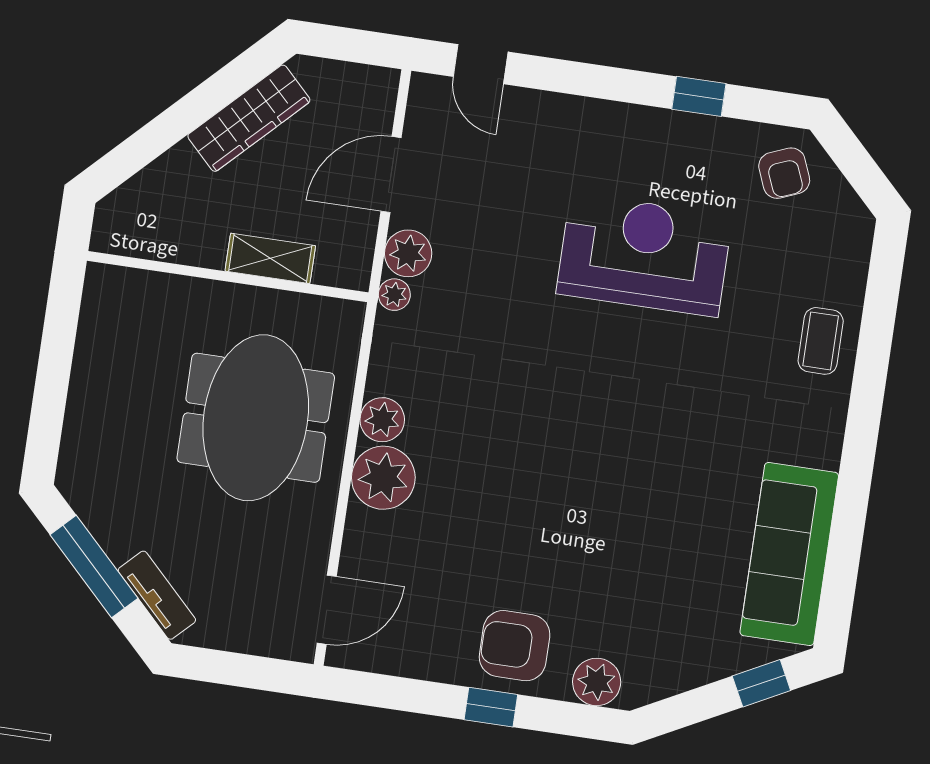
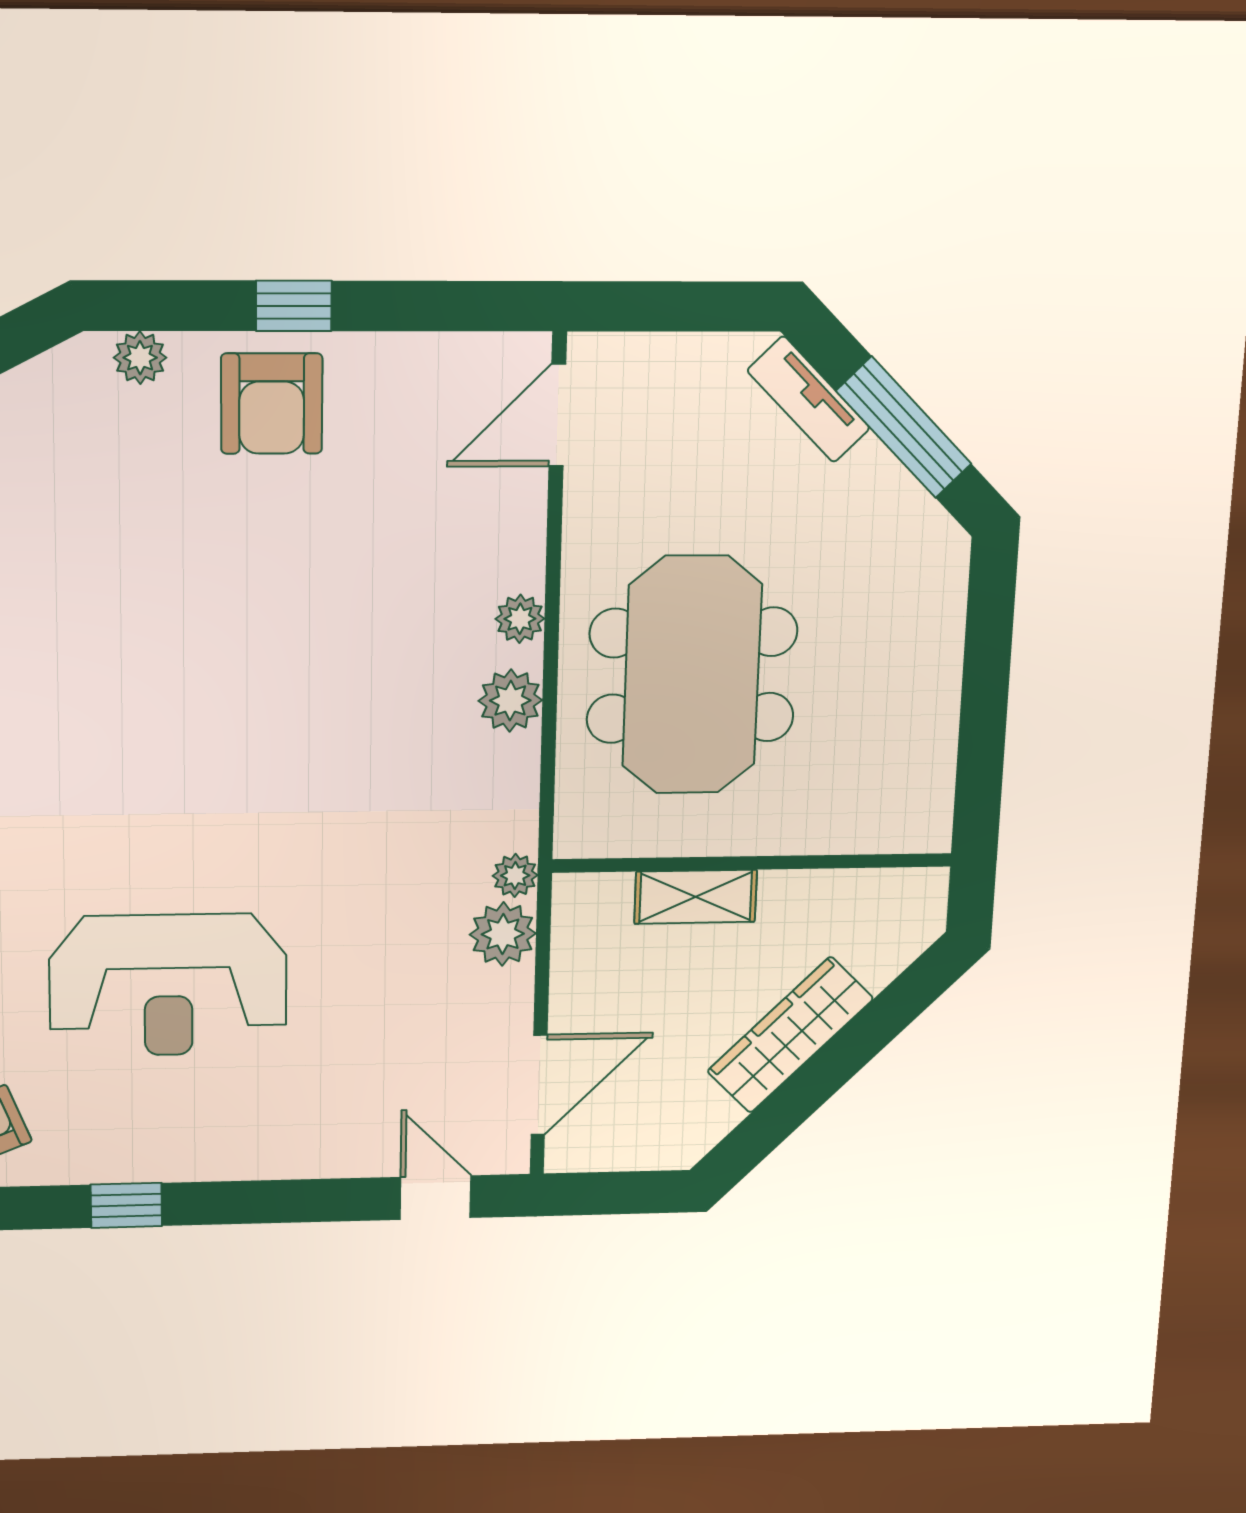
wardrobe: (249, 118) -> (790, 1035), moved
door: (391, 175) -> (539, 1085), moved
plant: (383, 478) -> (520, 619), width x0.53, depth x0.53
armchair: (515, 646) -> (272, 404), turned 90
plant: (597, 682) -> (140, 358), width x0.73, depth x0.73

